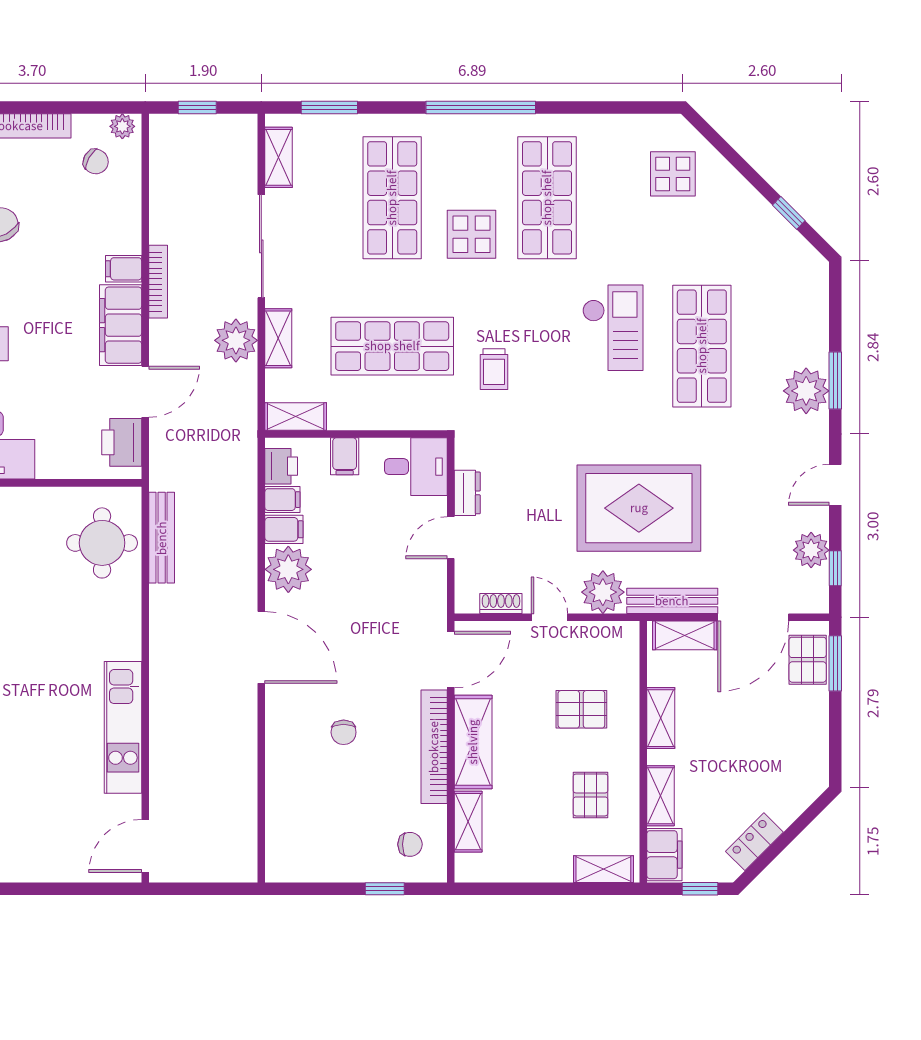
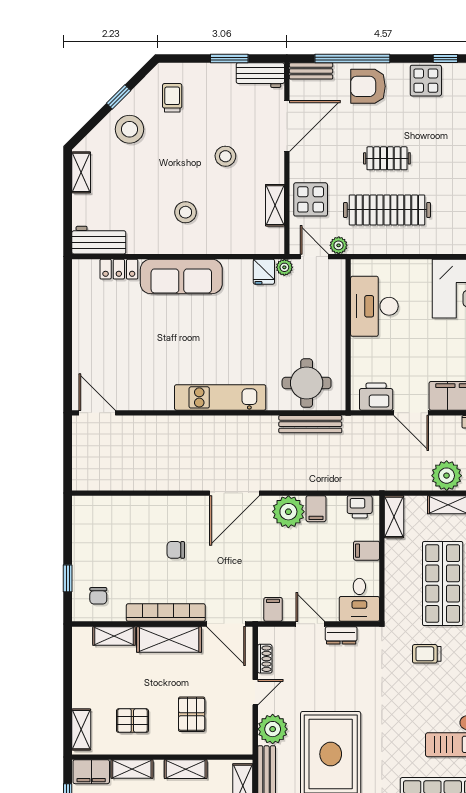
filing cabinet: (282, 500) -> (273, 609), moved, turned 180
kitchen unit: (123, 727) -> (220, 397), moved

